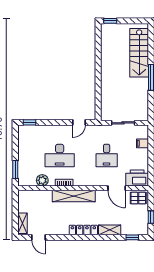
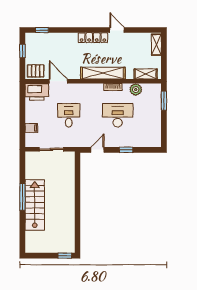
stairs: (139, 53) -> (35, 205), moved
window: (29, 122) -> (126, 150), moved
shelving: (110, 230) -> (146, 74), moved
door: (39, 237) -> (117, 30), moved

